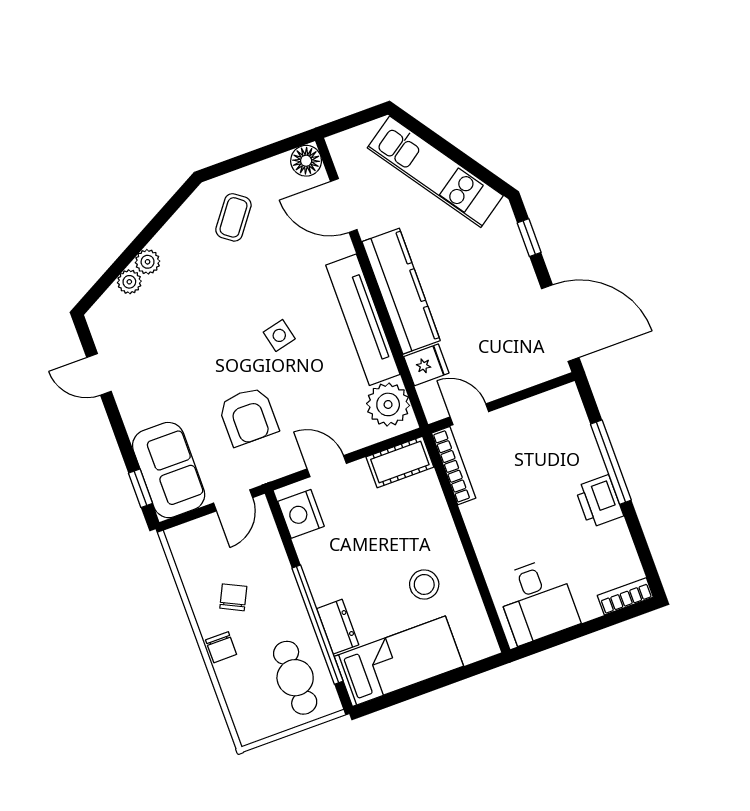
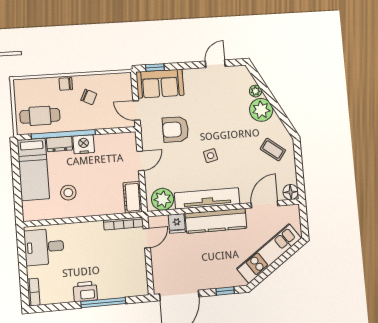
plant: (148, 262) -> (261, 110), width x1.88, depth x1.88
nightstand: (301, 514) -> (84, 144), moved

